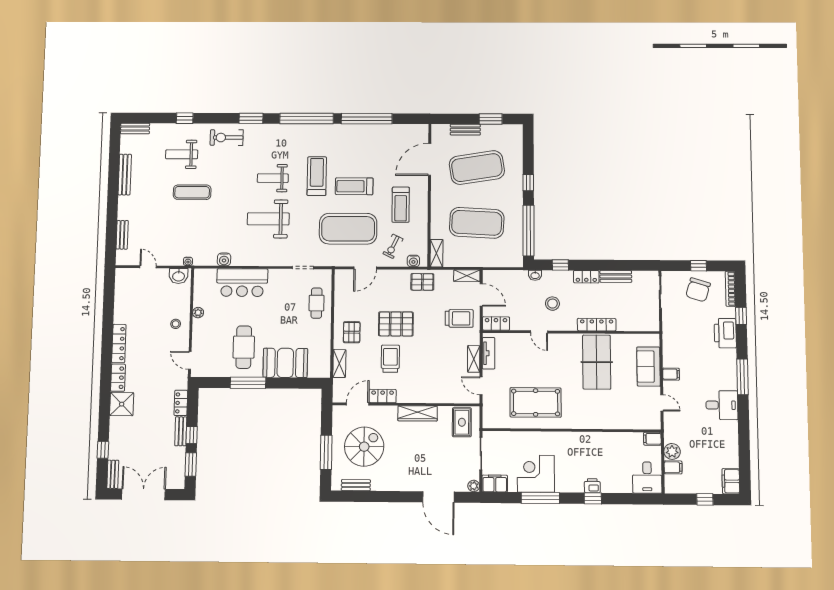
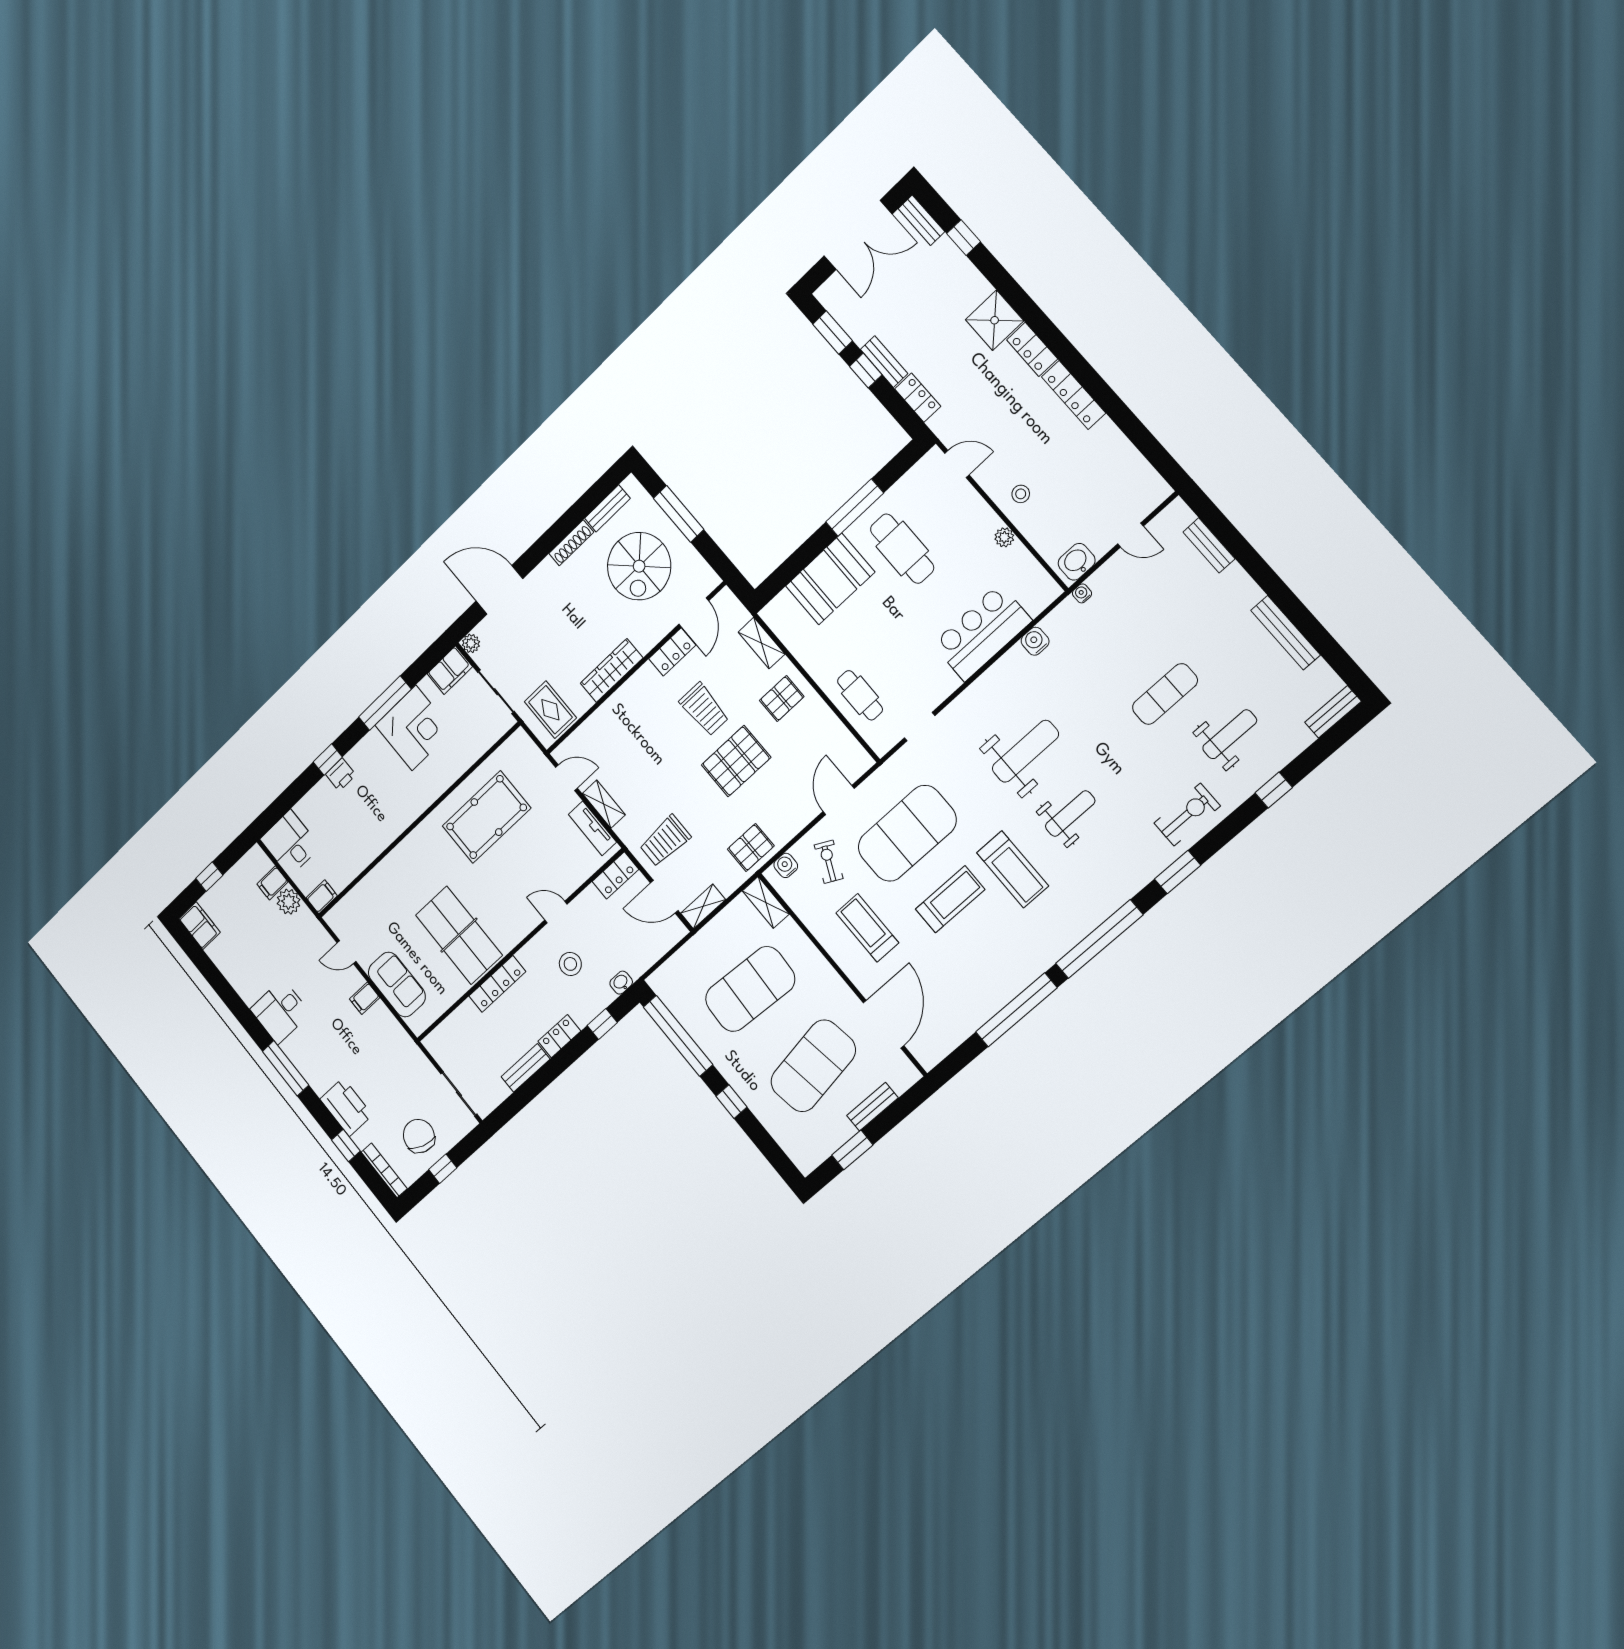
pallet: (352, 332) -> (782, 699), turned 90
shoe rack: (386, 486) -> (571, 543), added

